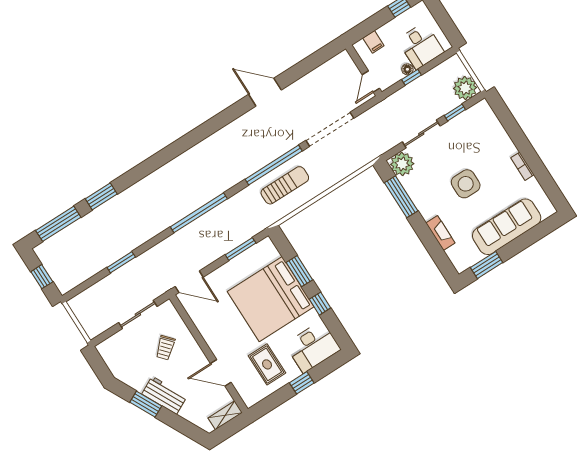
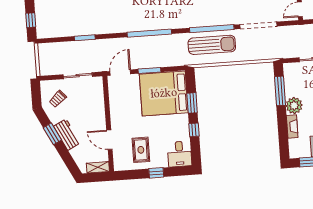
plant: (402, 164) -> (294, 106), moved
sun lounger: (285, 185) -> (212, 45), width x1.36, depth x1.34
window: (241, 249) -> (149, 71), moved
door: (189, 282) -> (120, 73), swing flipped
bed: (271, 299) -> (164, 93), moved
desk: (313, 347) -> (179, 154), width x0.73
trolley: (165, 348) -> (58, 99), moved

